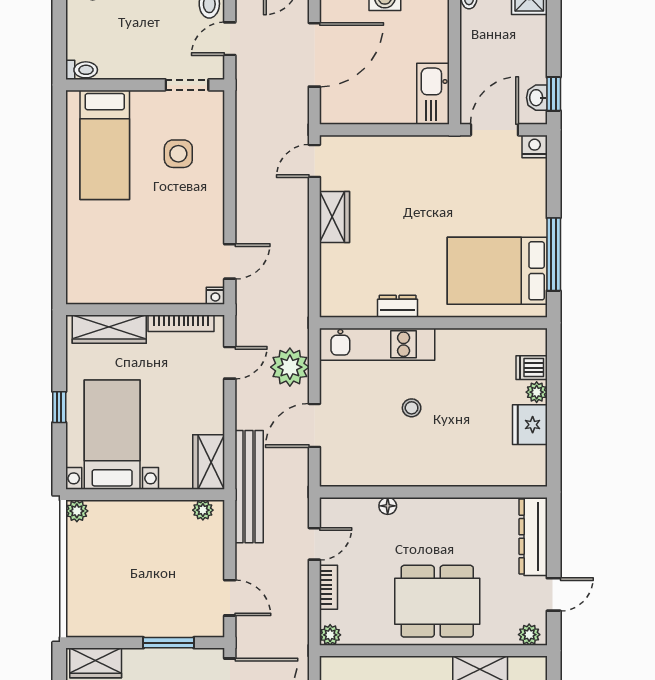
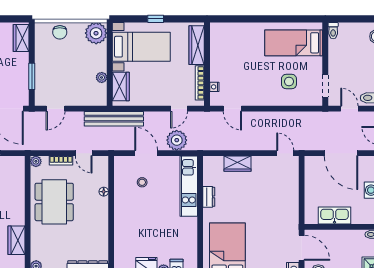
kitchen sink: (433, 94) -> (334, 215), moved
wardrobe: (335, 217) -> (237, 164), moved
nightstand: (215, 296) -> (214, 87), moved
door: (230, 363) -> (179, 109), hinge flipped
stool: (412, 408) -> (142, 182), moved
wardrobe: (209, 462) -> (121, 86), moved, turned 90
plant: (203, 510) -> (102, 77), moved
plant: (77, 511) -> (96, 33), width x1.87, depth x1.87
chair: (85, 589) -> (60, 32), added
dining table: (437, 601) -> (54, 202), moved

